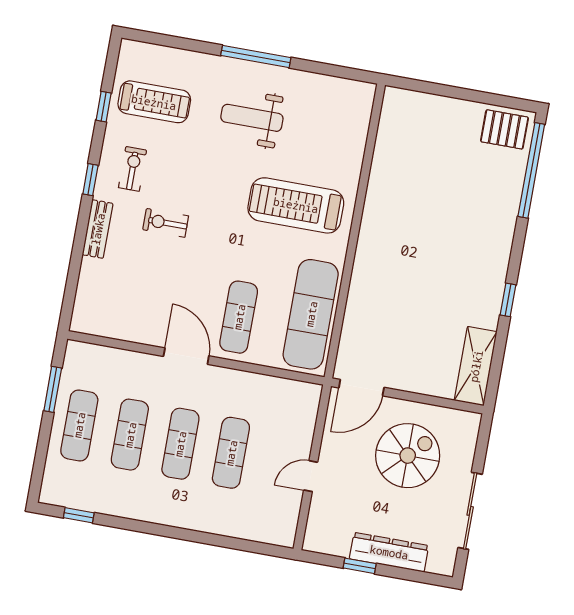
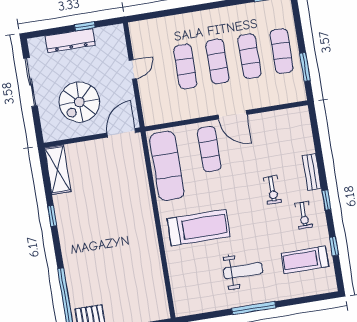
exercise bike: (166, 223) -> (273, 190), turned 90

